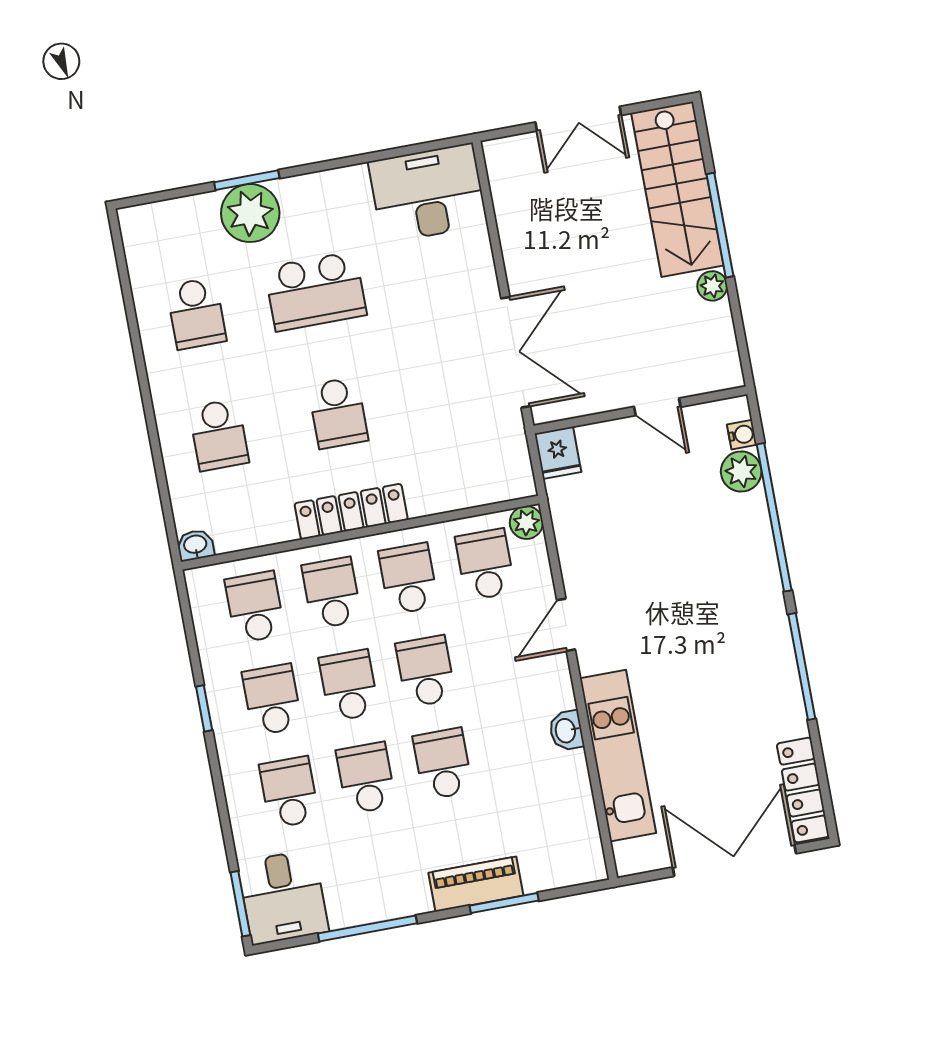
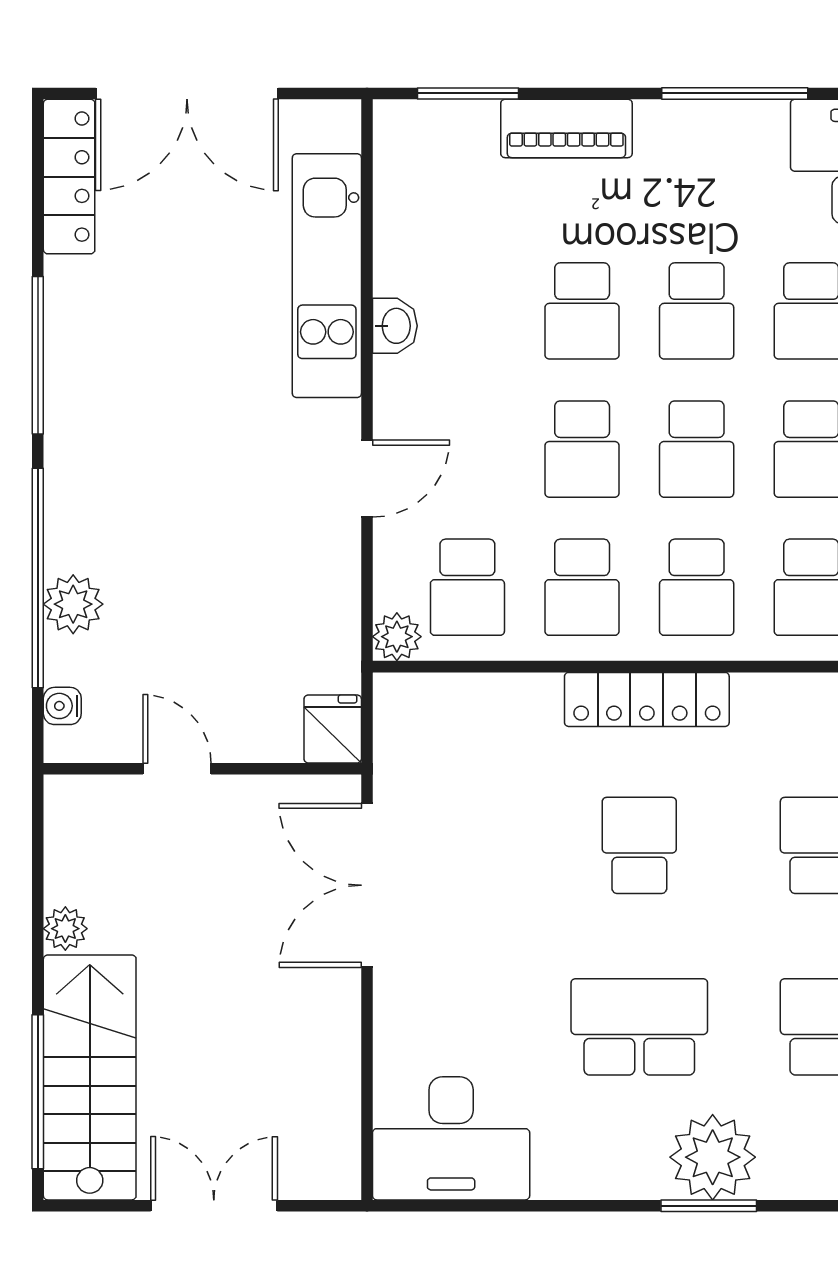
window: (720, 225) -> (38, 1092), moved
plant: (741, 471) -> (73, 604), moved
window: (504, 903) -> (468, 93), moved

